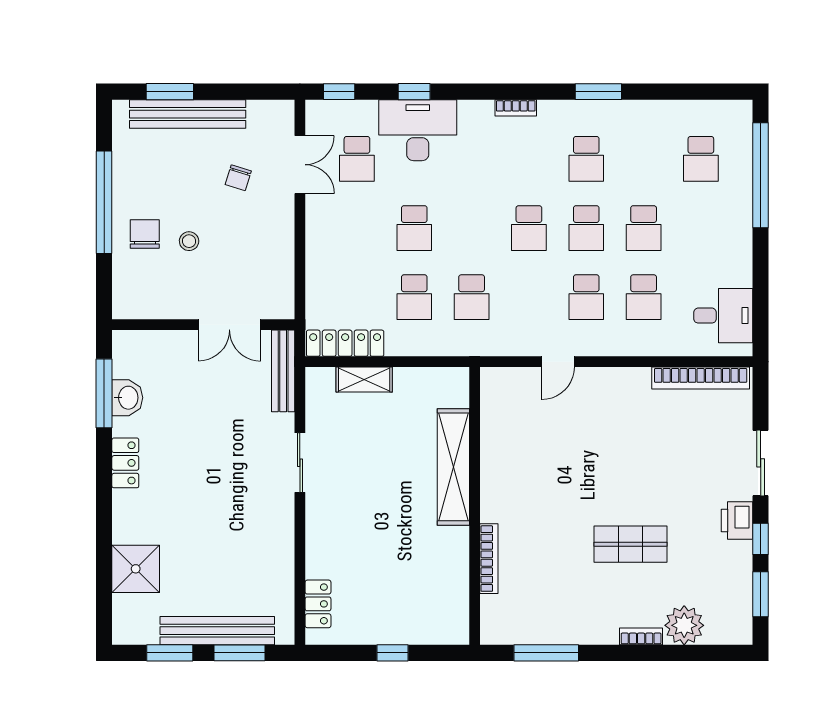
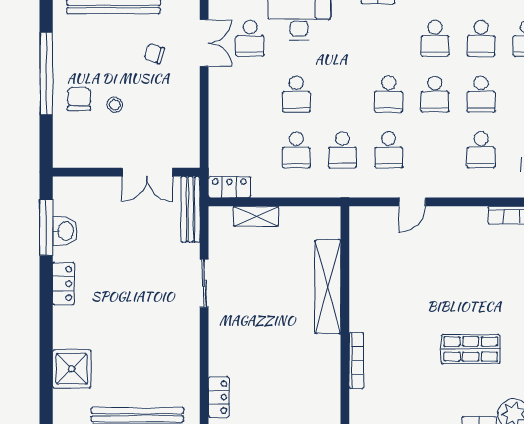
school desk: (644, 159) -> (481, 38), added
chair: (238, 178) -> (154, 54), turned 91
school desk: (586, 297) -> (389, 150), moved
locker: (345, 343) -> (229, 187), width x0.66

